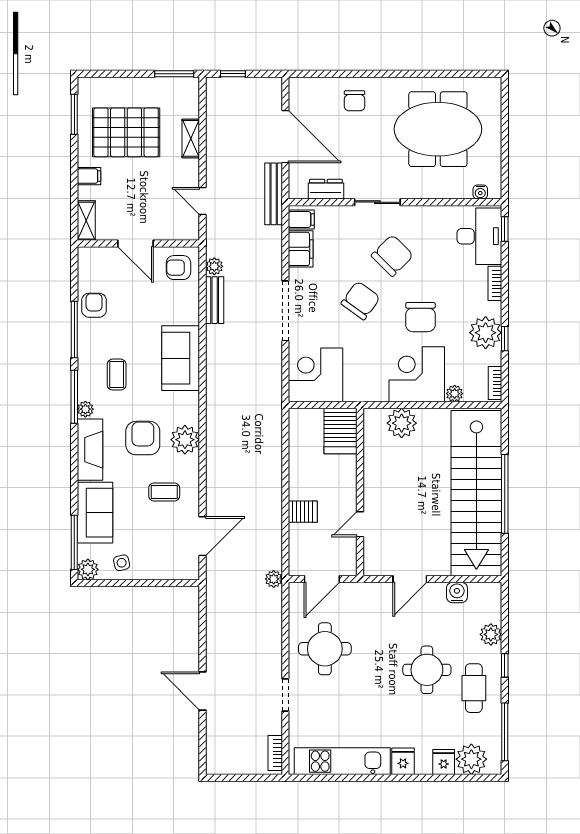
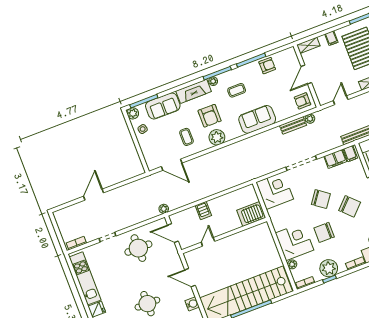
armchair: (178, 268) -> (302, 101), turned -90
plant: (402, 423) -> (267, 243), removed
armchair: (143, 438) -> (210, 116), turned 90
door: (360, 524) -> (208, 242), hinge flipped

